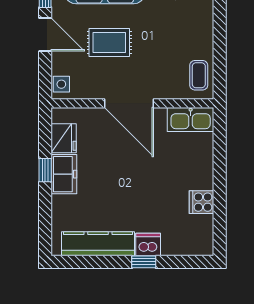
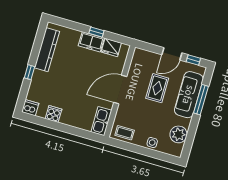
side table: (61, 84) -> (152, 143), moved
dishwasher: (148, 245) -> (30, 108), moved, turned -90

